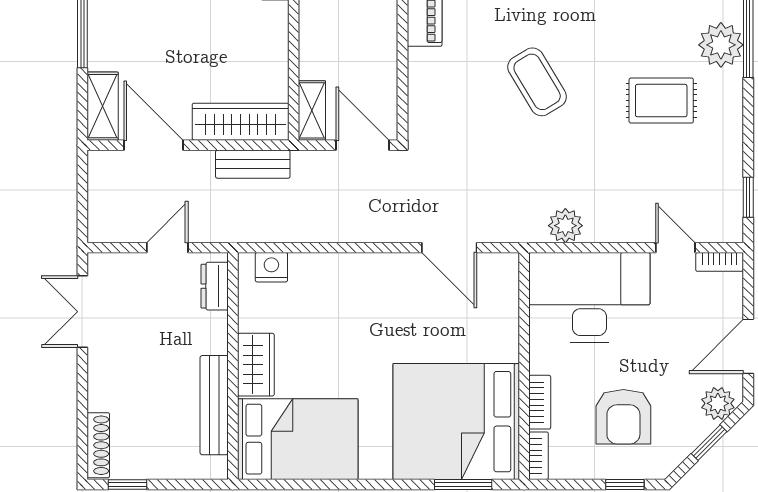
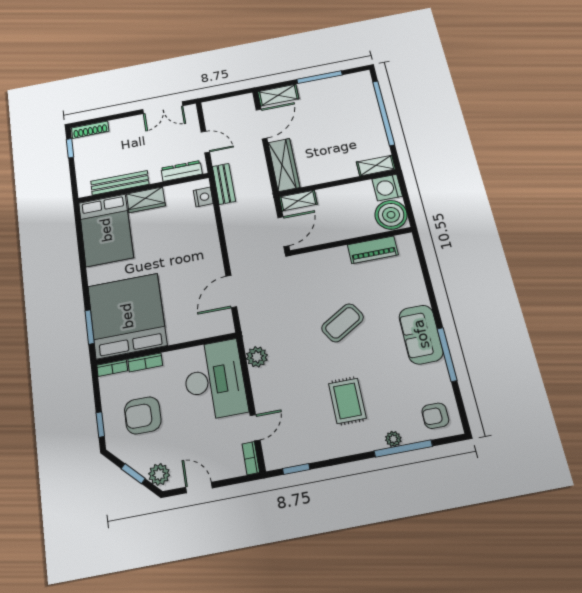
plant: (721, 45) -> (393, 439), width x0.53, depth x0.53
bench: (253, 164) -> (224, 184), moved
dresser: (215, 286) -> (182, 171), width x1.44
double door: (82, 312) -> (163, 108), swing flipped
door: (748, 346) -> (199, 488), width x0.73

